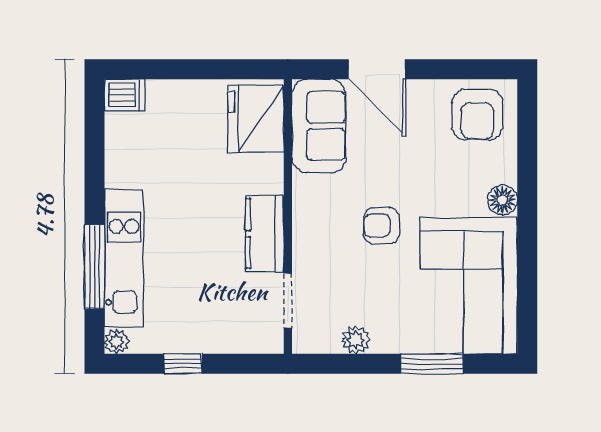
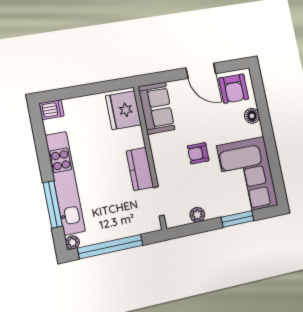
door: (377, 69) -> (201, 71), moved
floor lamp: (502, 200) -> (252, 116), moved
kitchen unit: (124, 258) -> (65, 183), width x1.36
window: (183, 364) -> (110, 247), width x3.17

